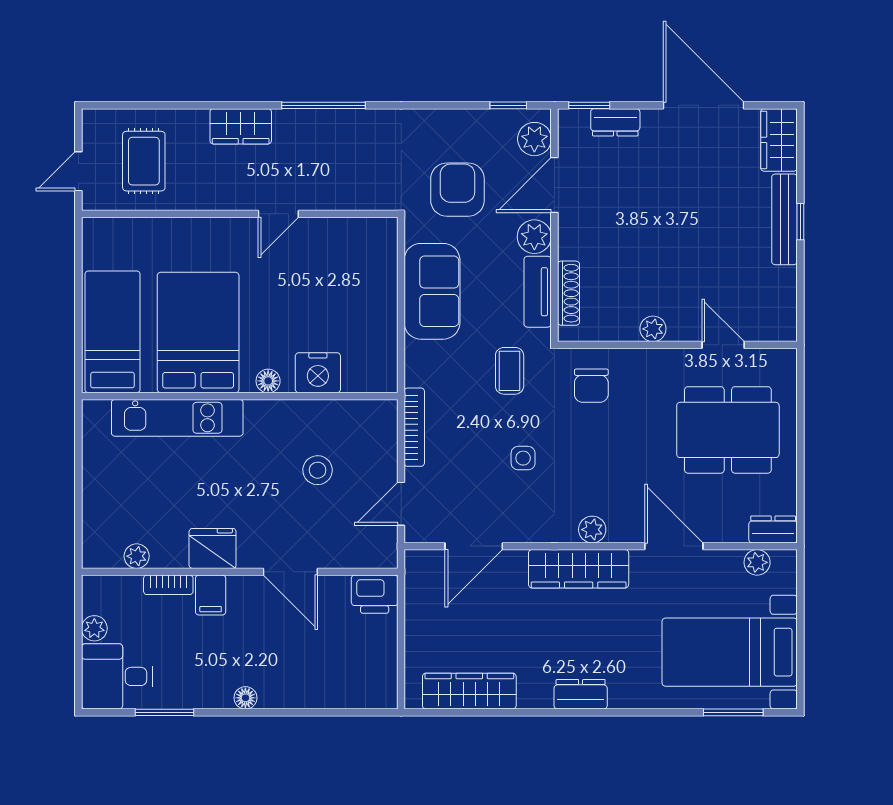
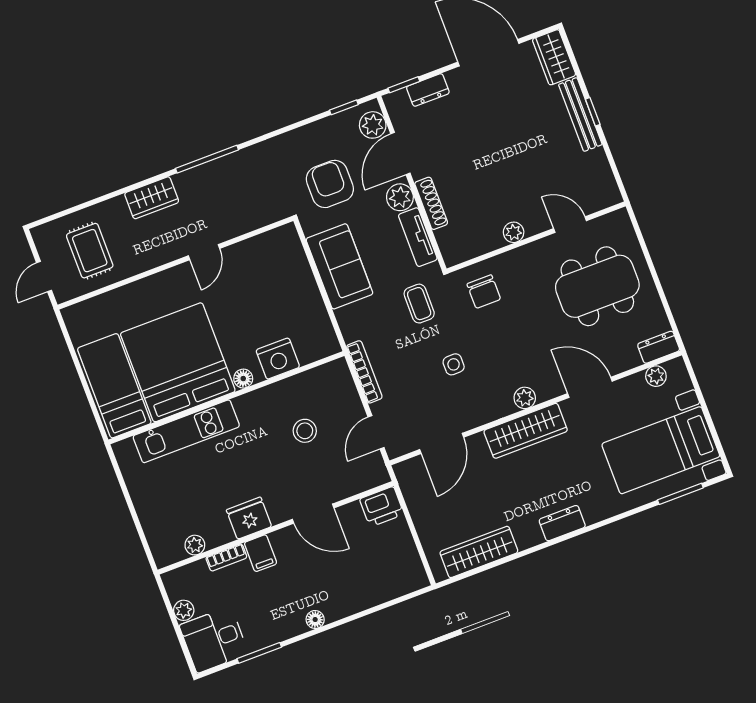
shoe rack: (569, 293) -> (431, 203), moved
bed: (198, 332) -> (178, 362), width x1.36

